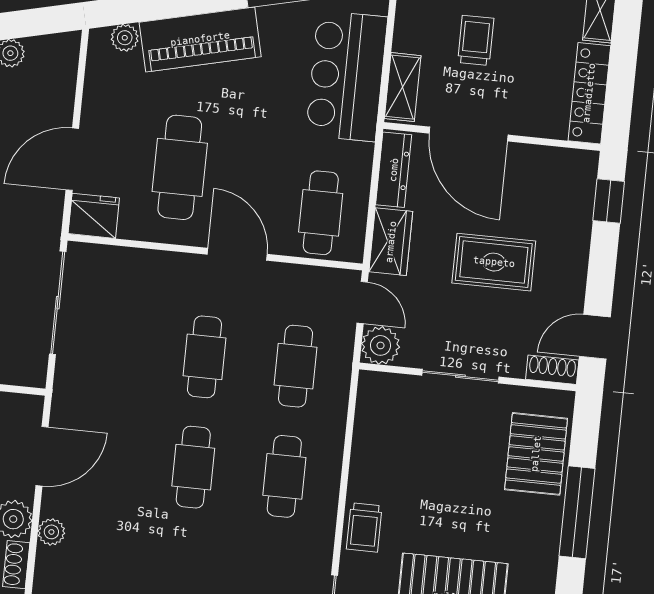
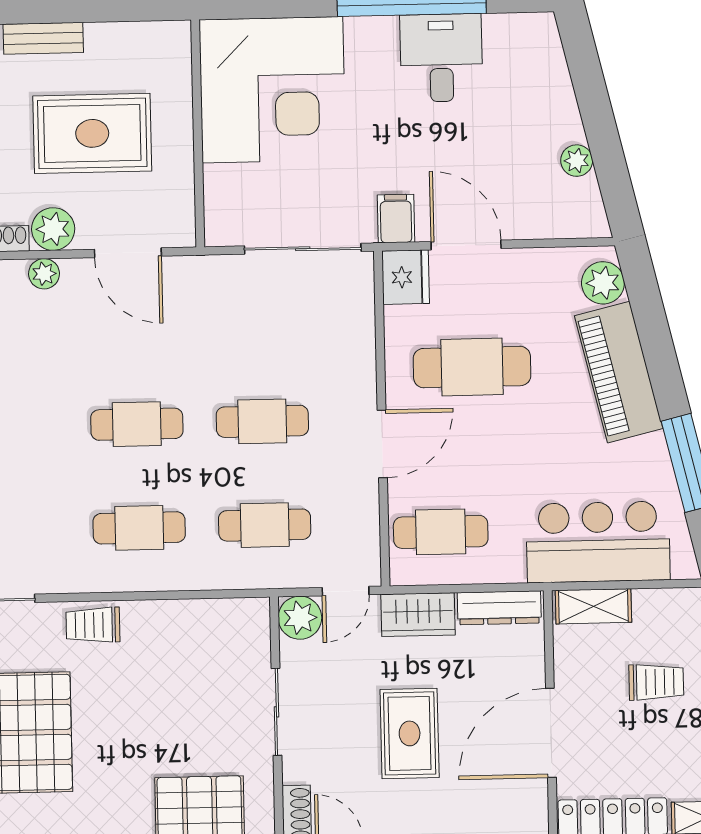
plant: (125, 38) -> (603, 283), width x1.38, depth x1.38
door: (469, 134) -> (551, 733), moved
filing cabinet: (41, 218) -> (396, 219), added

